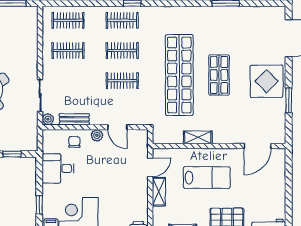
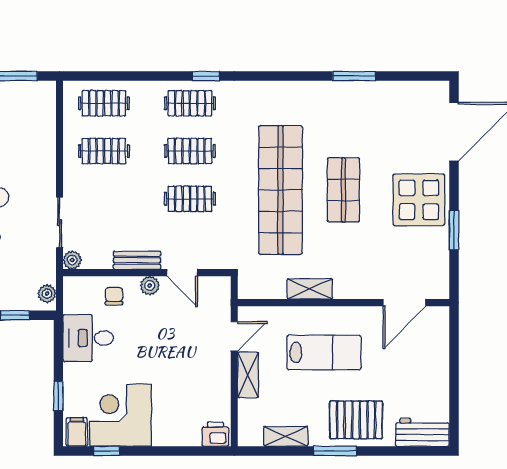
bench: (74, 119) -> (137, 260), moved
plant: (32, 140) -> (47, 294), added

